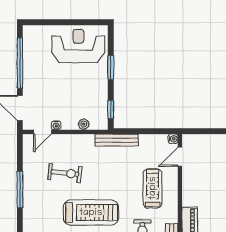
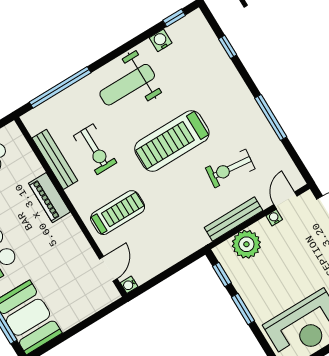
window: (111, 68) -> (243, 309), moved
plant: (84, 124) -> (246, 244), width x1.87, depth x1.87
bench: (117, 140) -> (233, 219), moved
treadmill: (153, 188) -> (118, 213), turned -90

